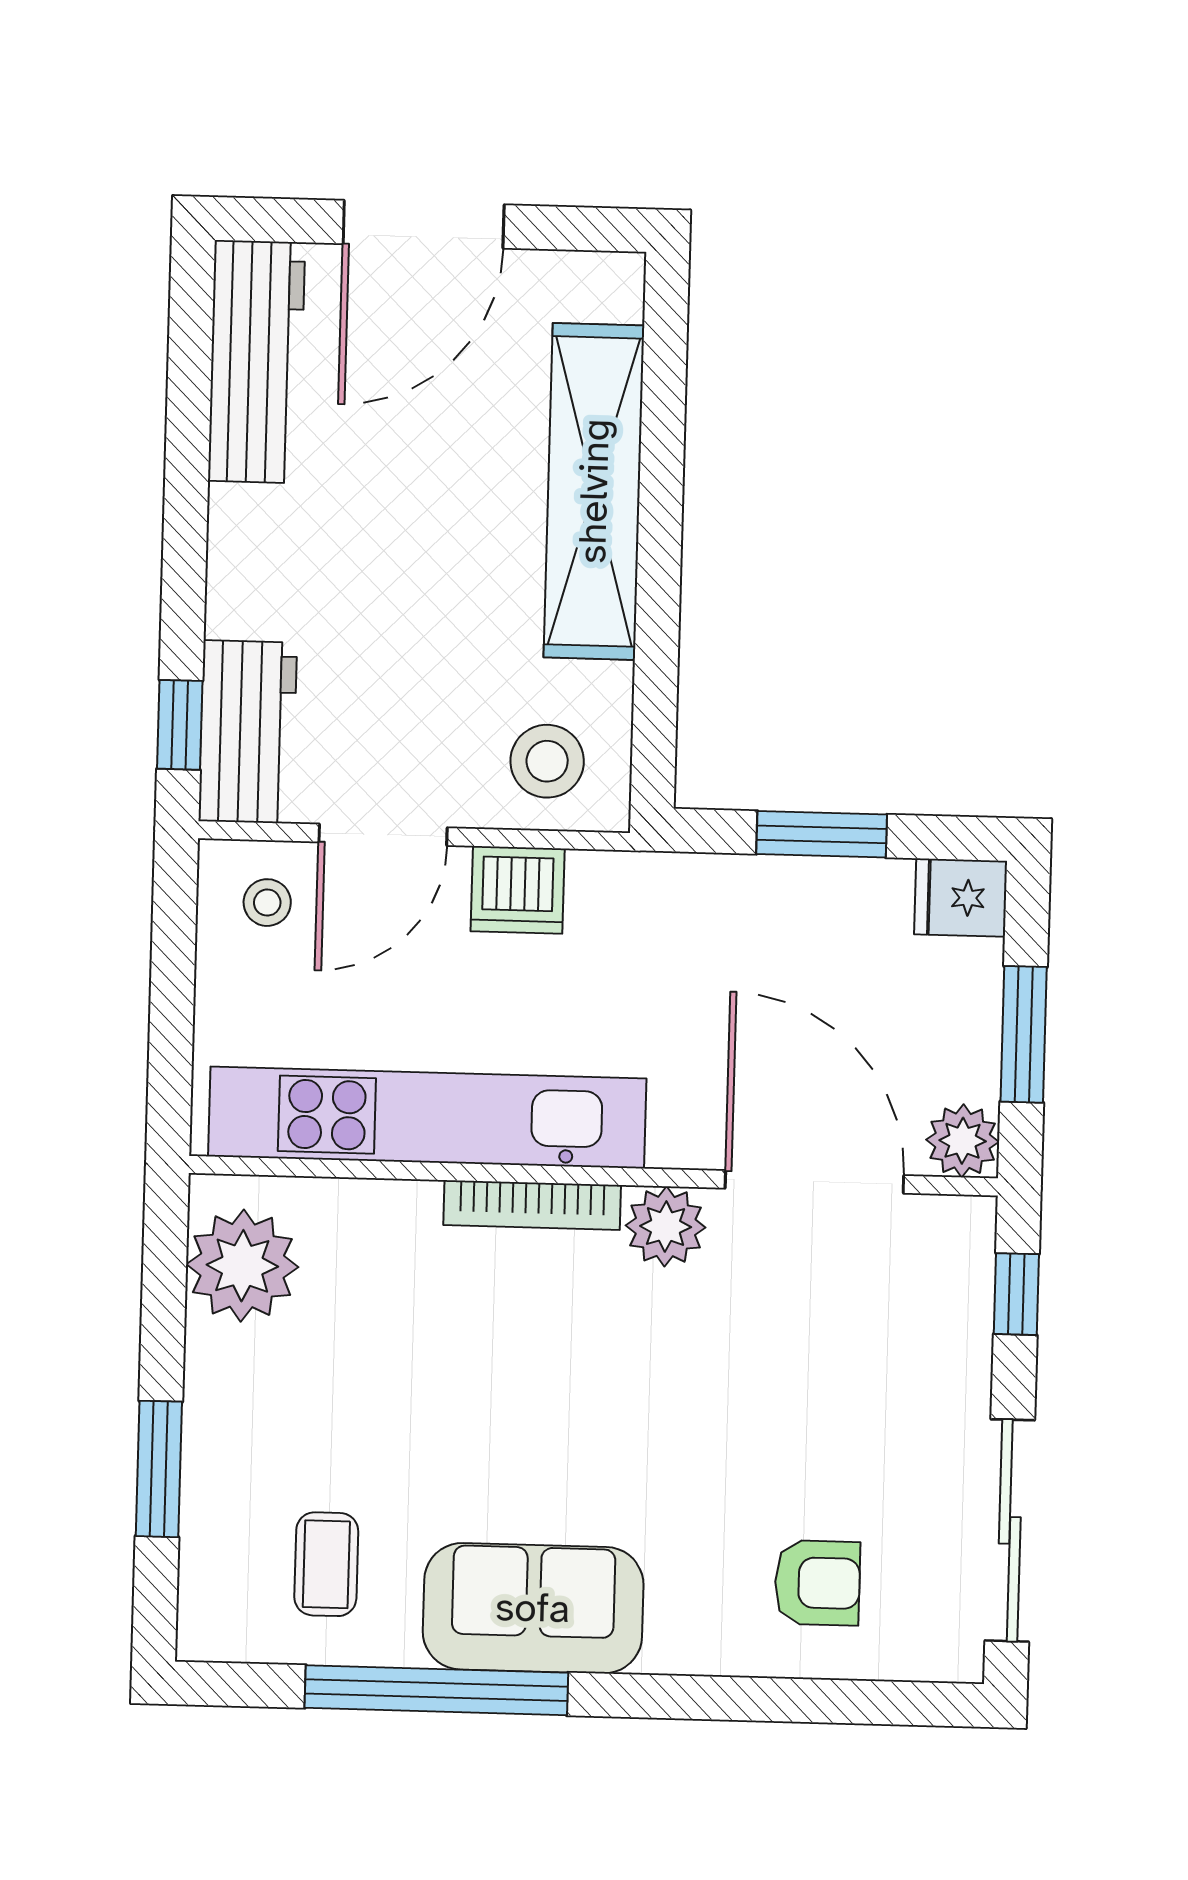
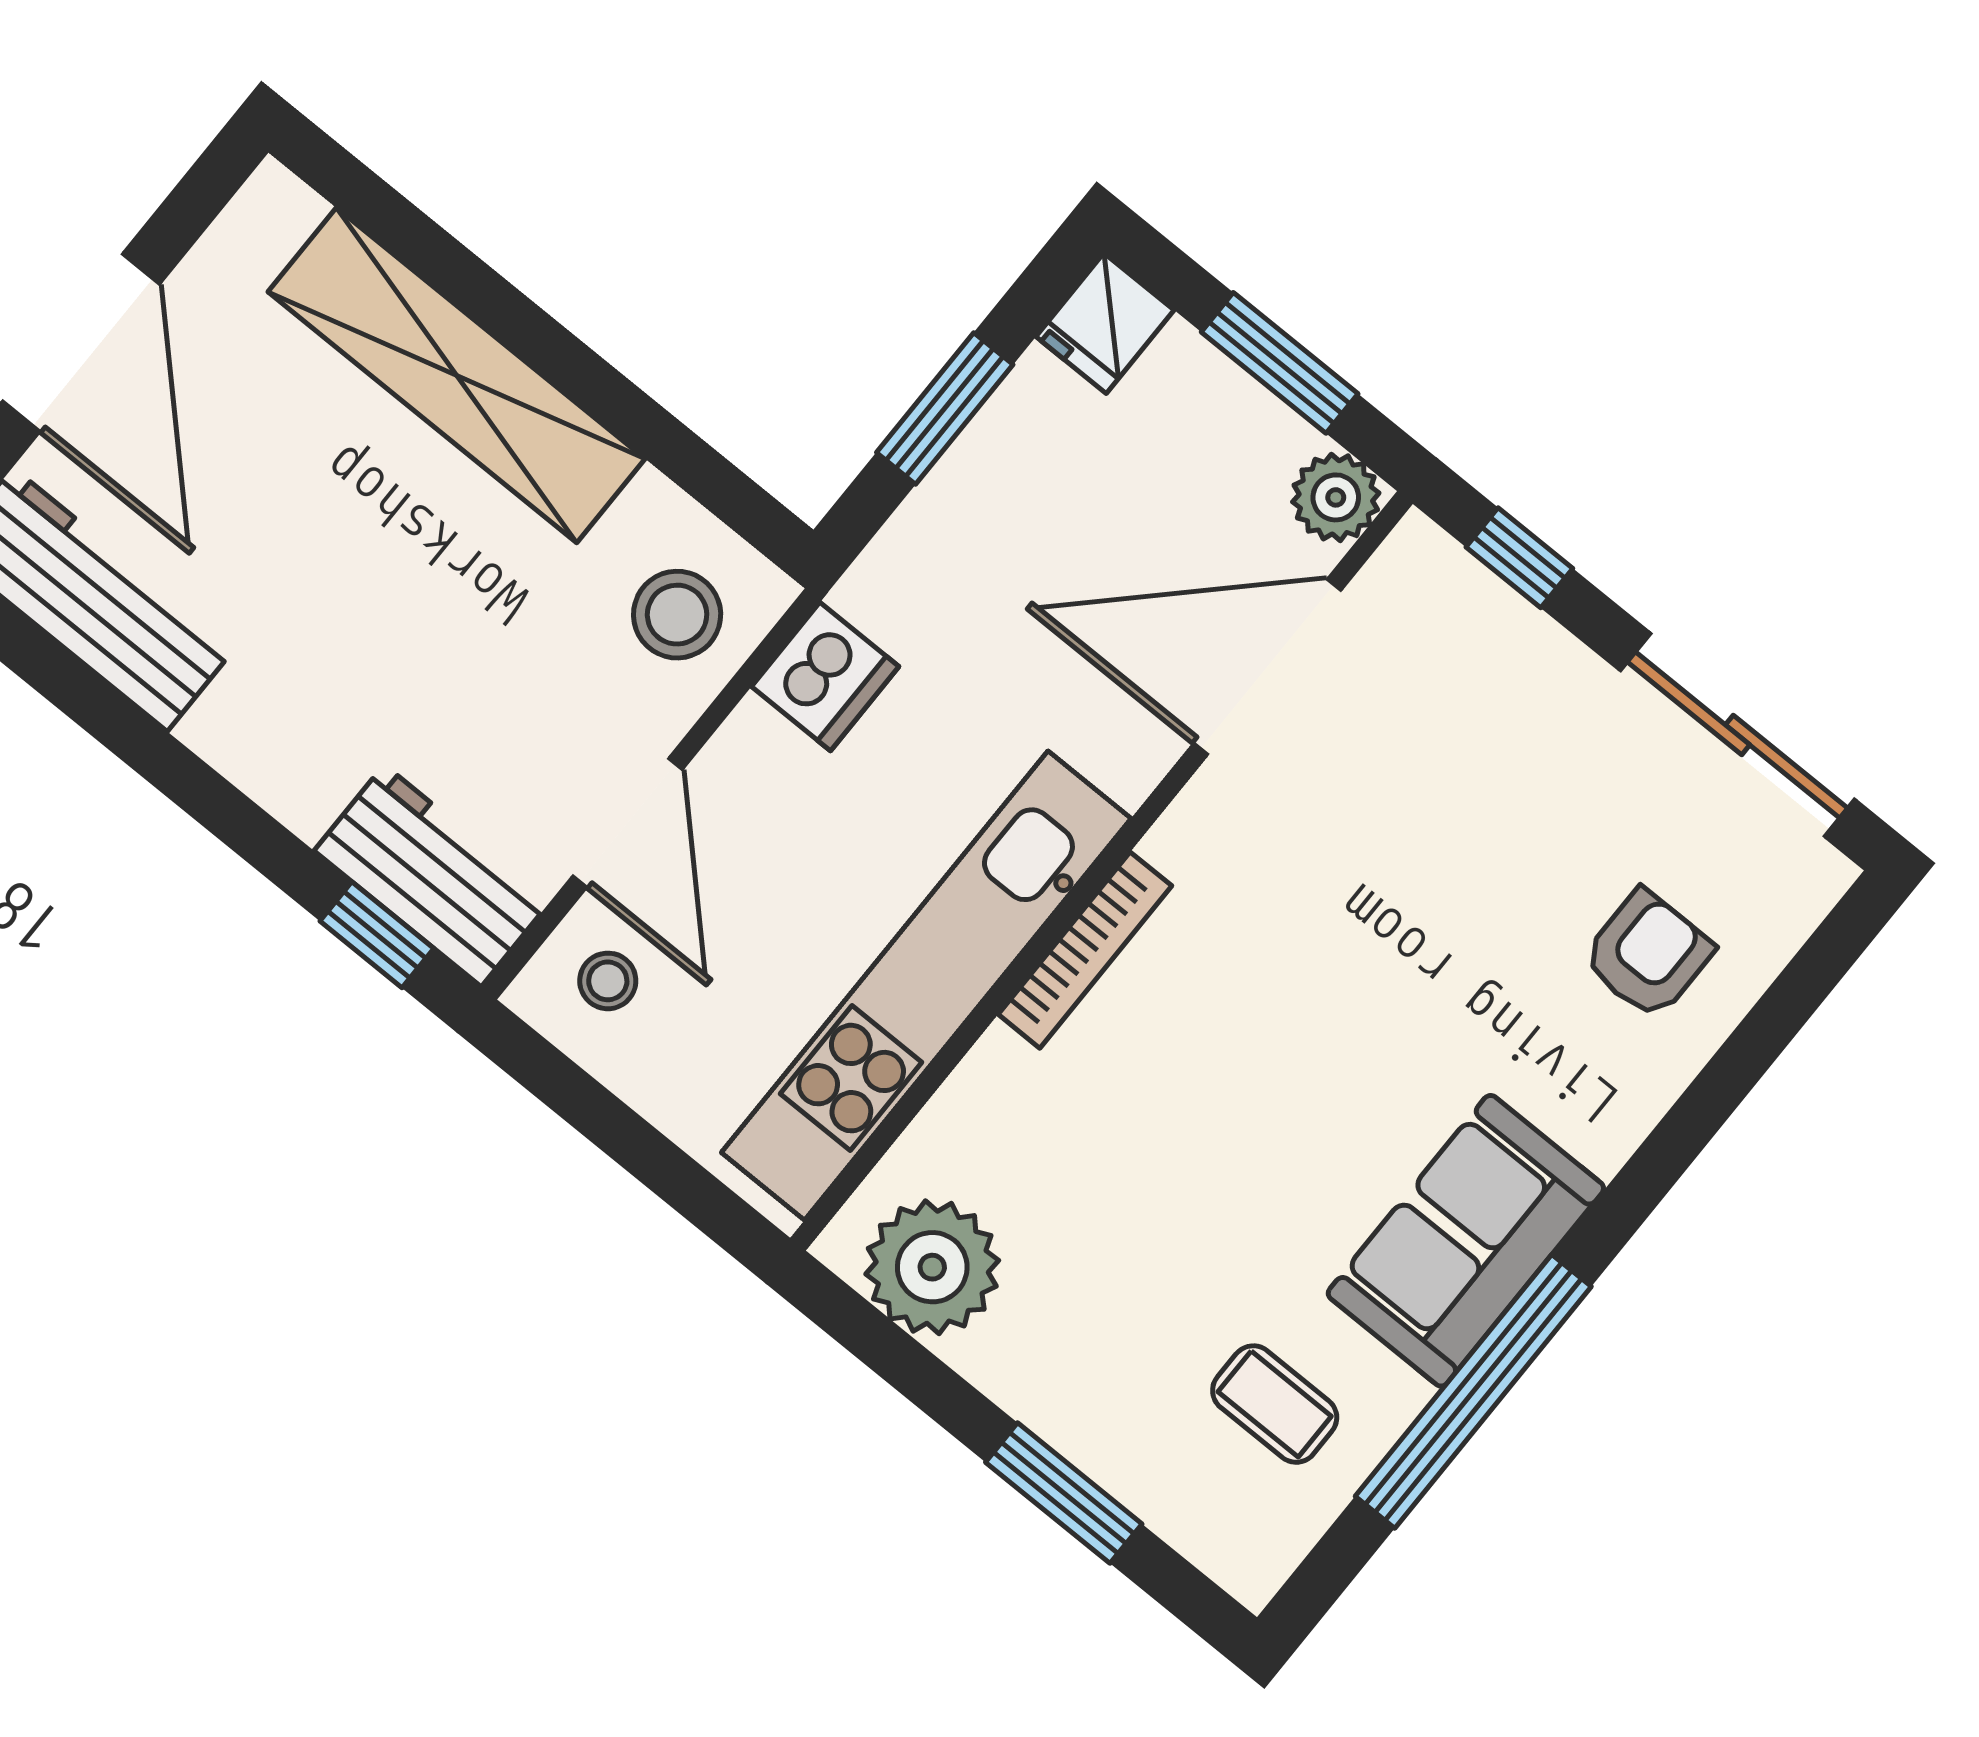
dishwasher: (518, 890) -> (825, 677), moved
plant: (666, 1226) -> (1202, 840), removed

